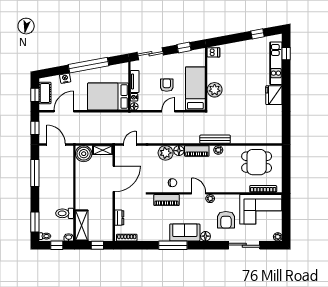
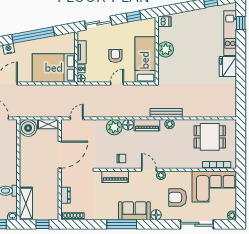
plant: (215, 90) -> (166, 49), moved
armchair: (226, 220) -> (178, 198), turned 90

